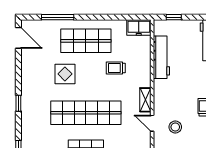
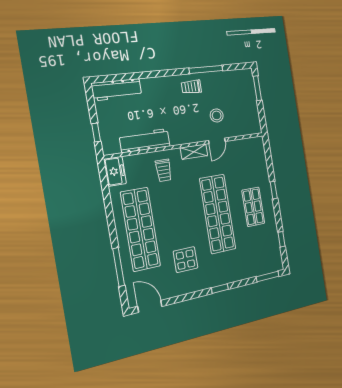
door: (18, 38) -> (150, 306), hinge flipped
shop shelf: (86, 41) -> (141, 229), width x1.40
trolley: (116, 68) -> (164, 170), moved
display table: (65, 74) -> (185, 260), moved

